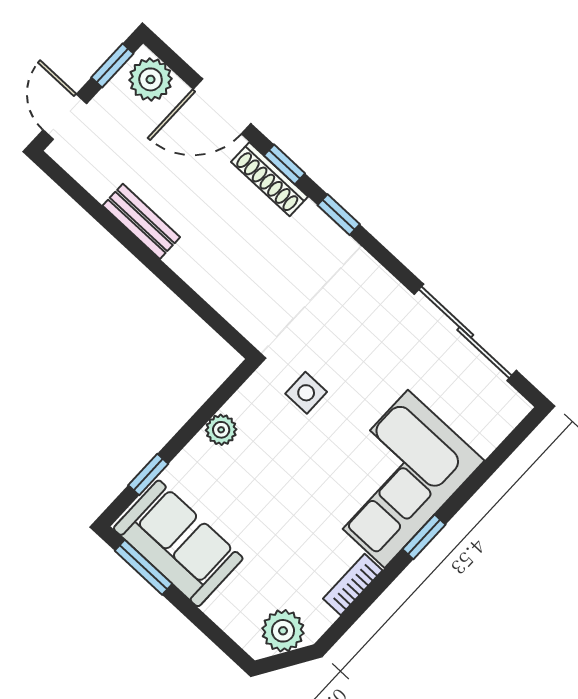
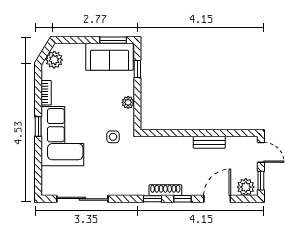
shoe rack: (269, 179) -> (165, 190), moved

